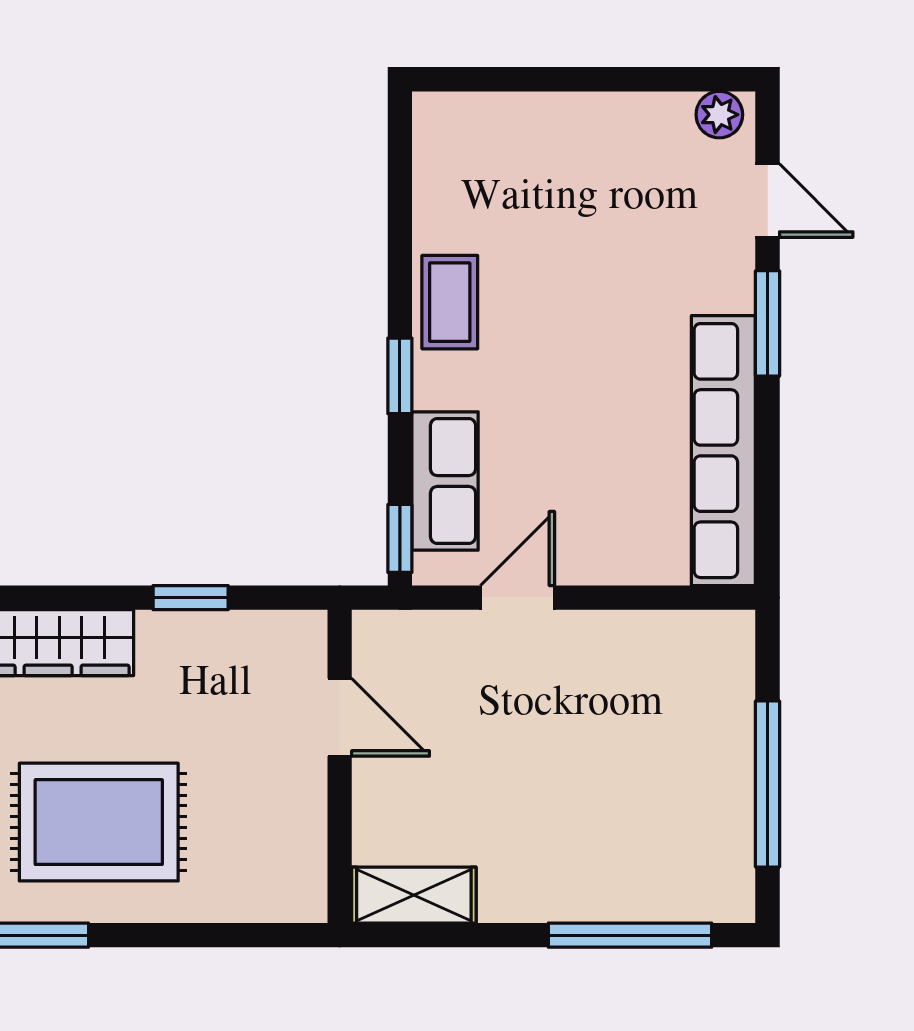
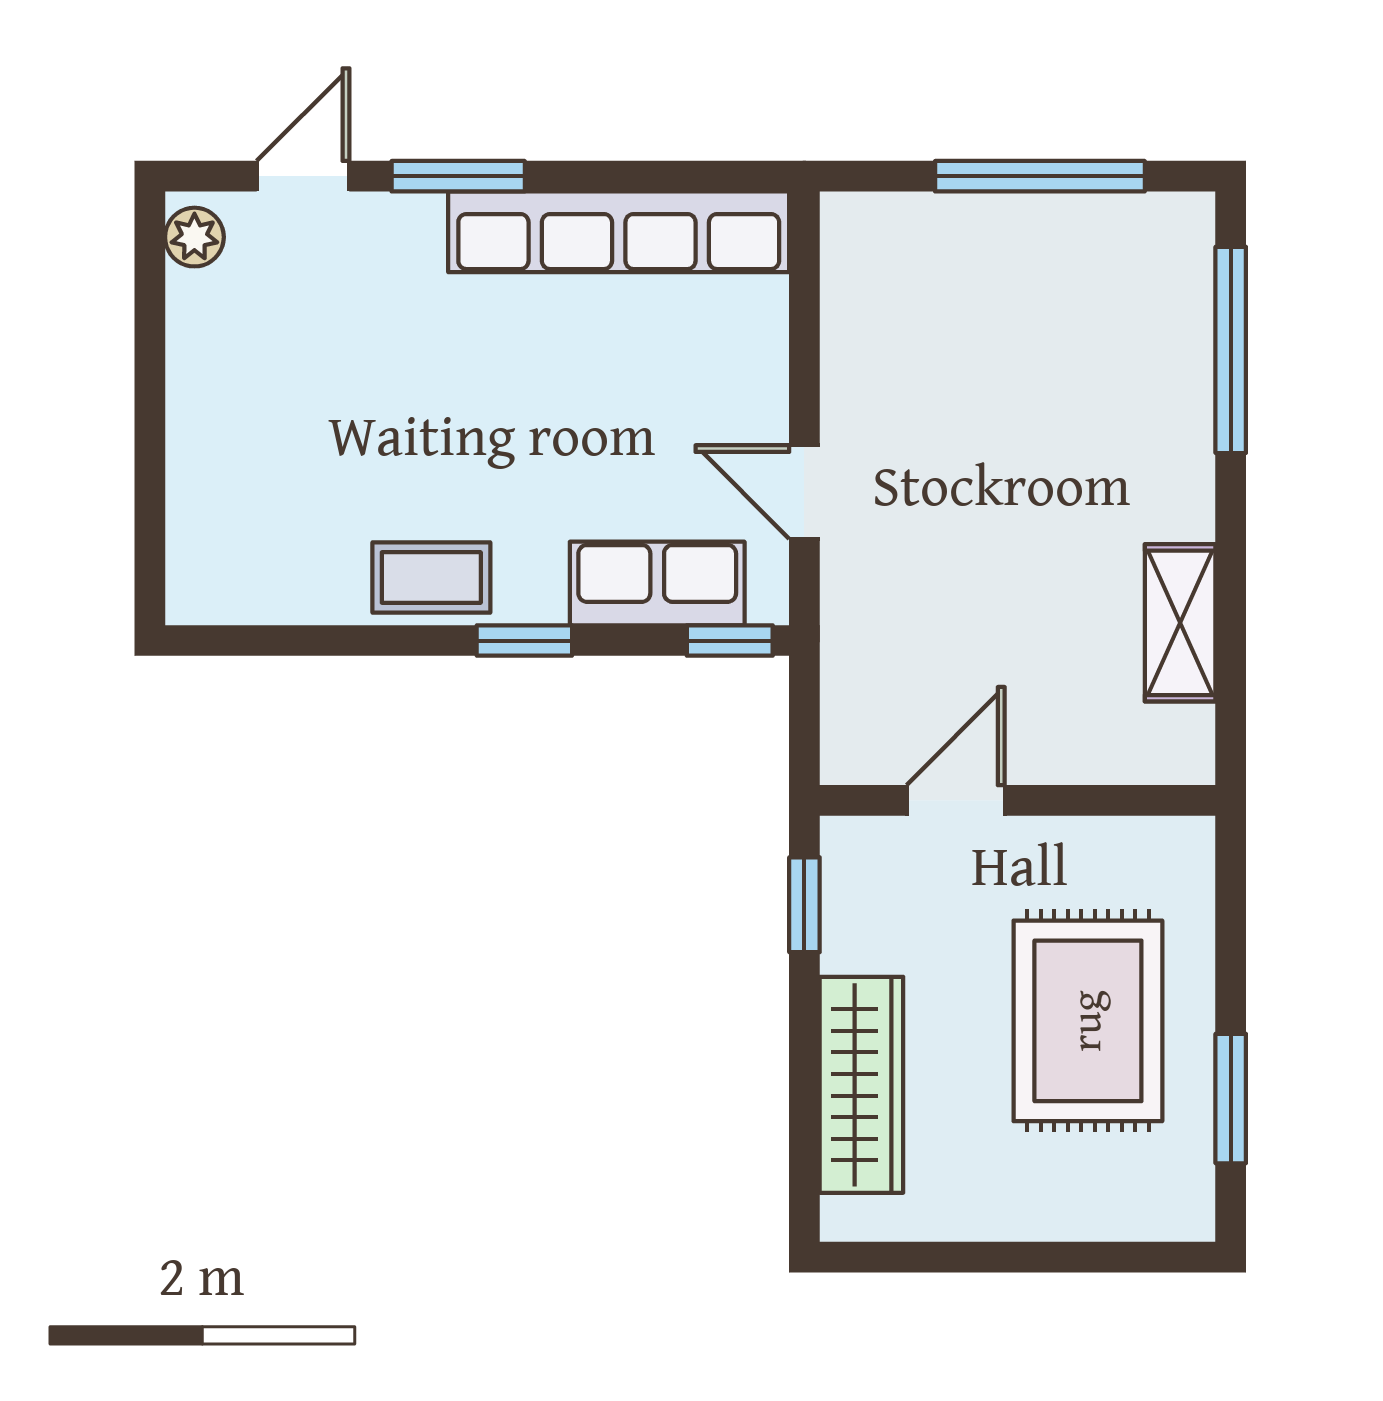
door: (340, 717) -> (956, 800), moved
wall: (340, 766) -> (1018, 800), moved

